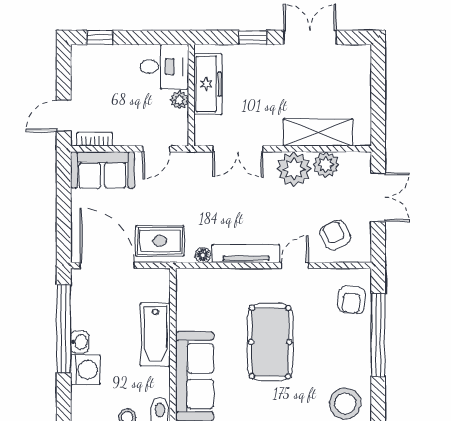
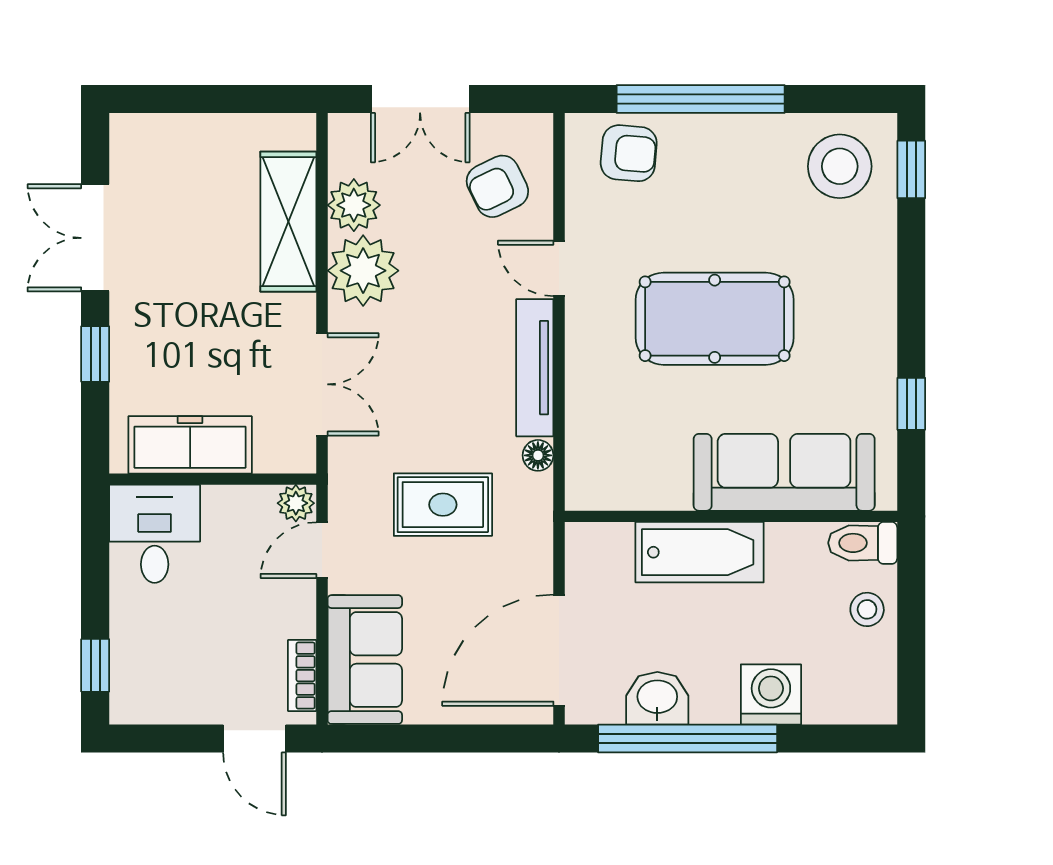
plant: (179, 100) -> (296, 503), moved
door: (156, 149) -> (322, 550), swing flipped
double door: (378, 197) -> (420, 99), swing flipped
rug: (160, 241) -> (443, 505), moved, turned 90
washbasin: (80, 342) -> (657, 698), moved, width x1.38, depth x1.45

